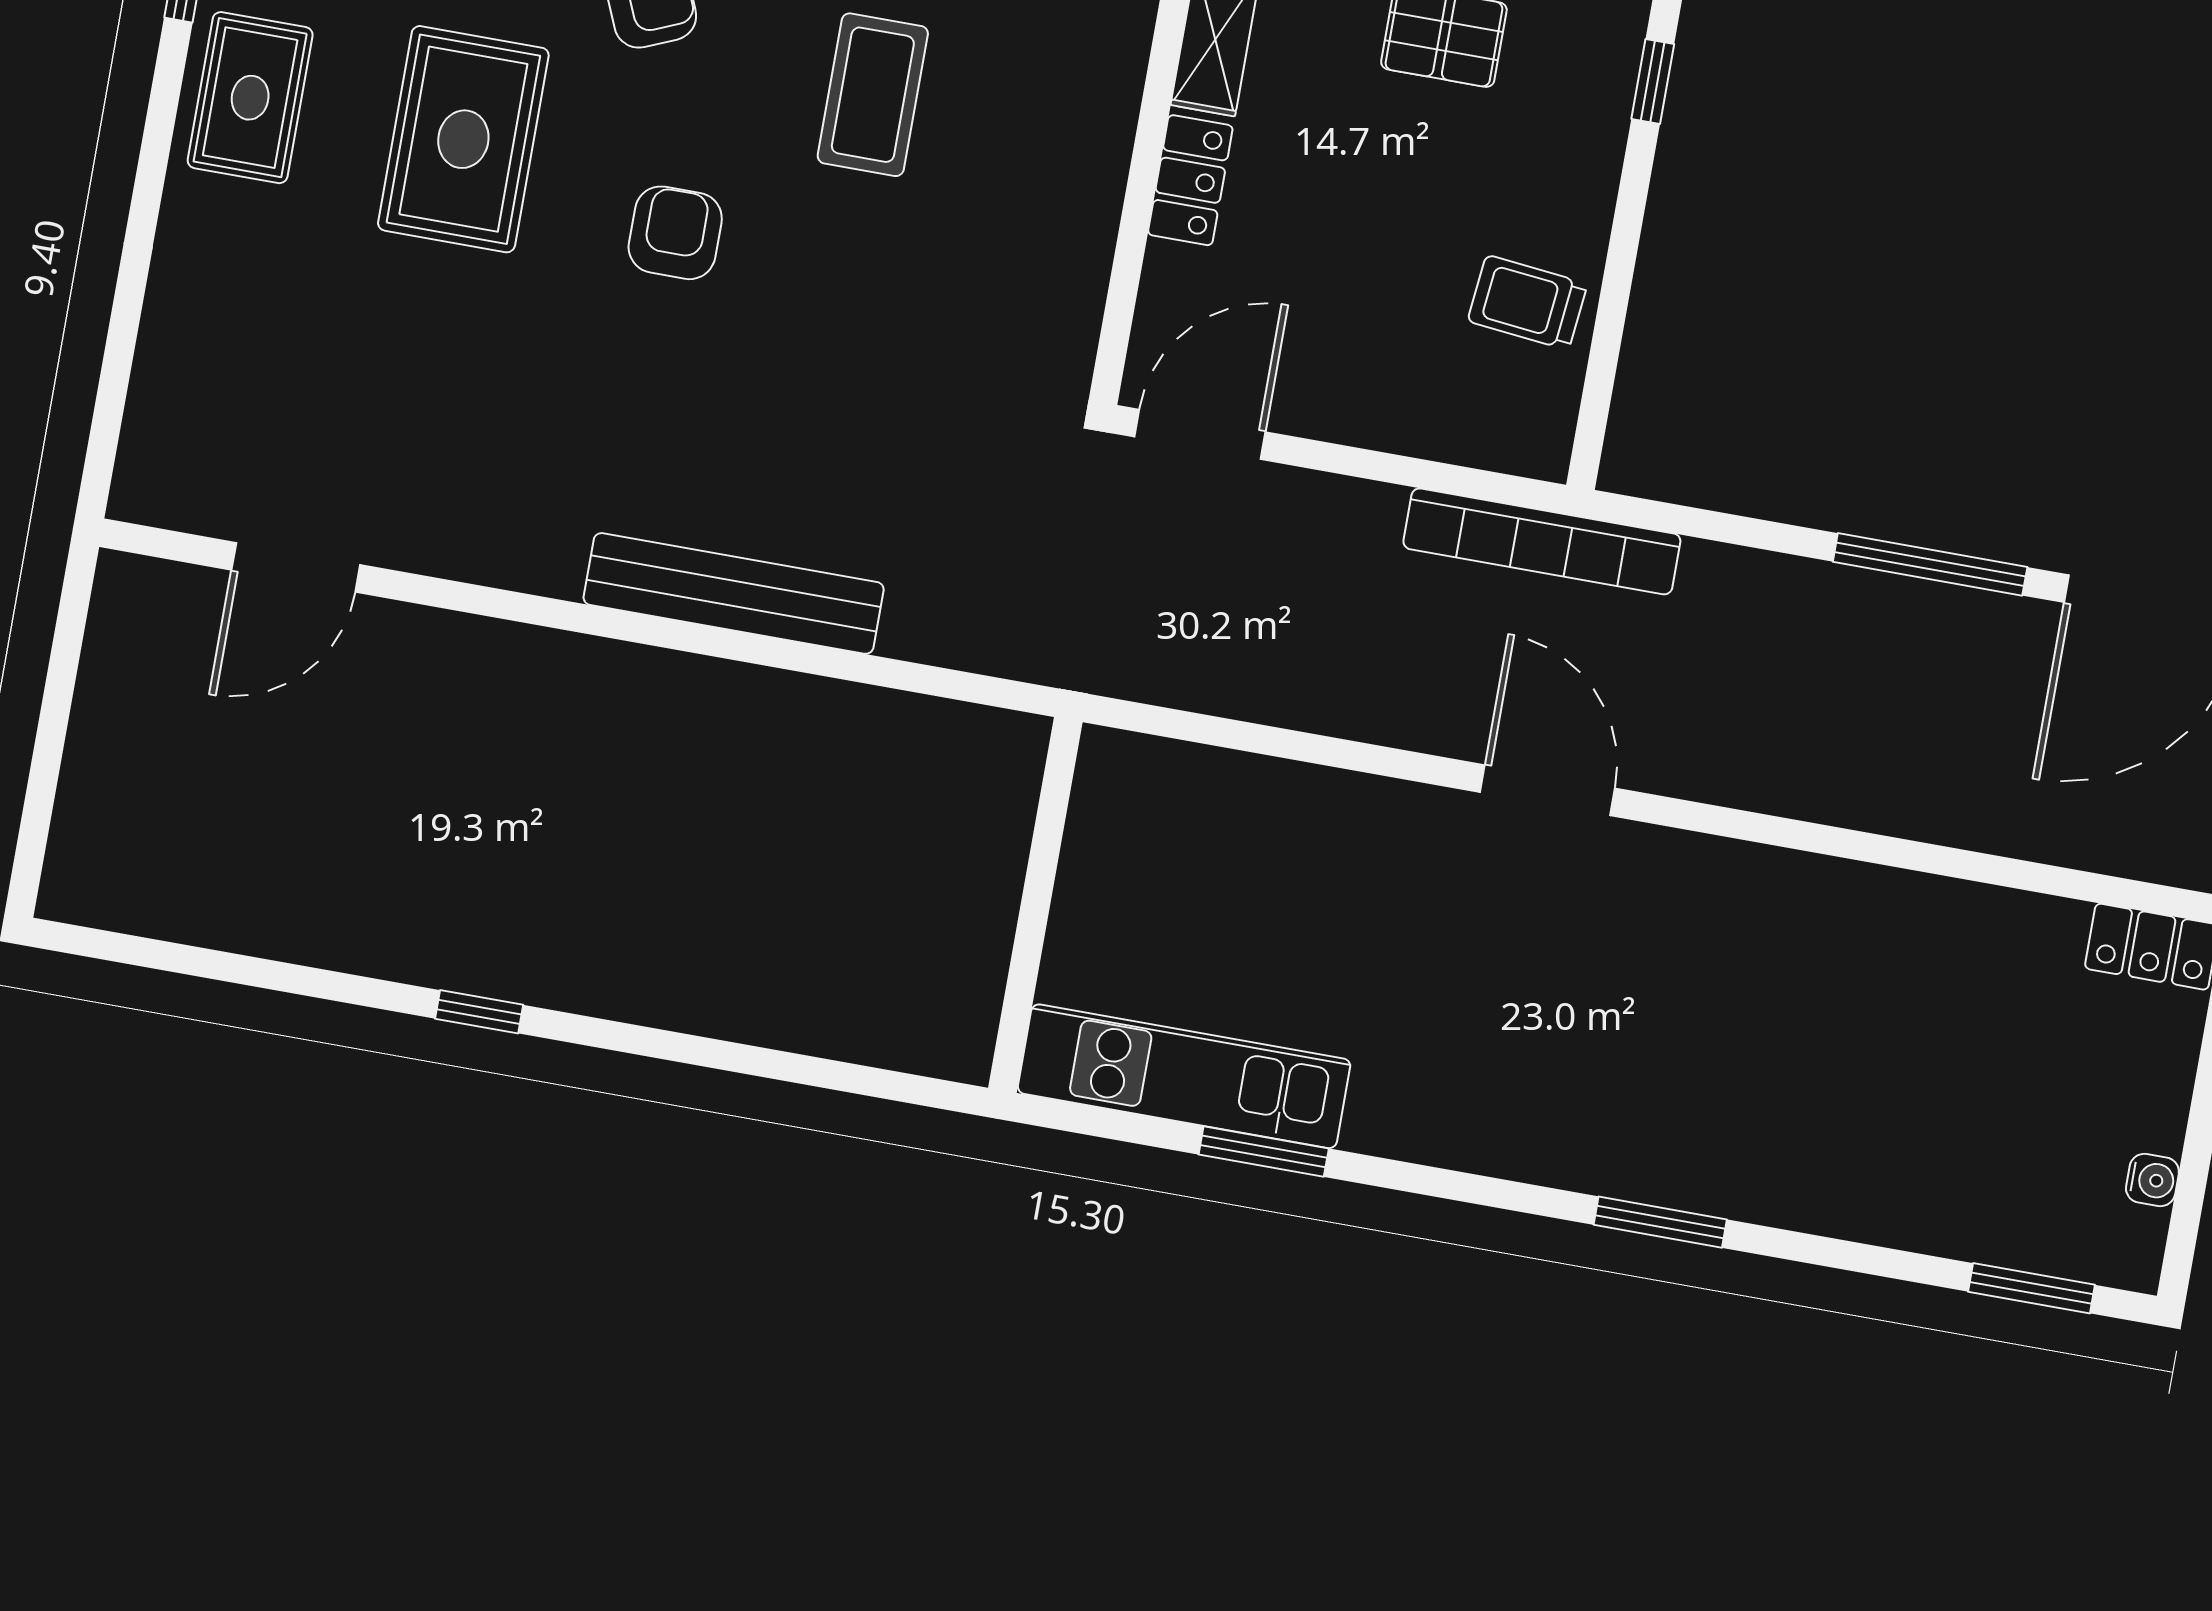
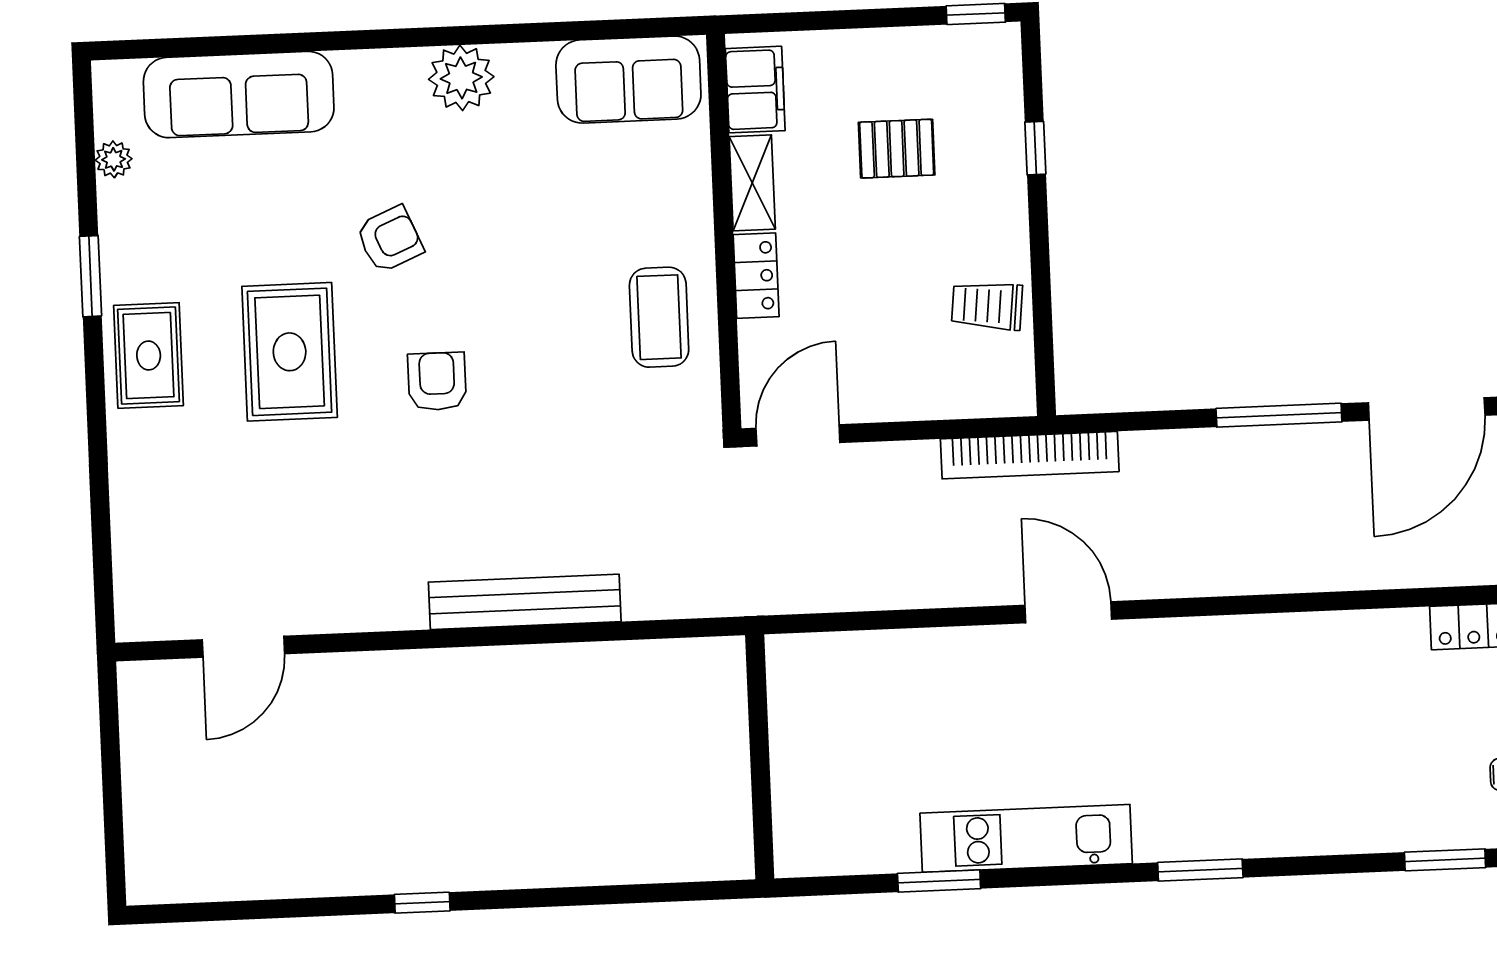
coffee table: (873, 95) -> (659, 317), moved
kitchen unit: (1184, 1076) -> (1026, 838), moved

